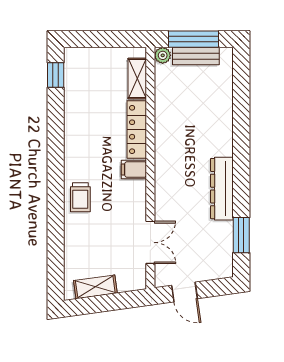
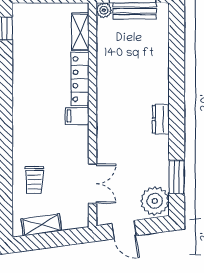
dresser: (222, 189) -> (161, 119), width x0.51, depth x0.80
trolley: (80, 197) -> (34, 180), moved
plant: (218, 261) -> (155, 201), added

